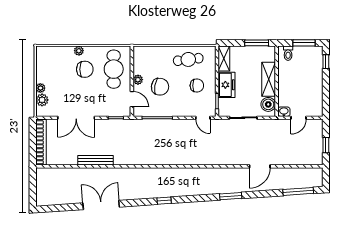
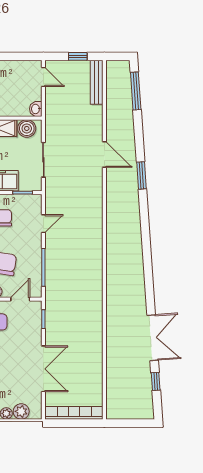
door: (203, 118) -> (43, 224), moved
door: (299, 118) -> (43, 77), moved
bench: (95, 160) -> (97, 82), moved
door: (260, 166) -> (104, 155), moved
window: (164, 201) -> (156, 381), moved
double door: (101, 205) -> (153, 338), swing flipped

